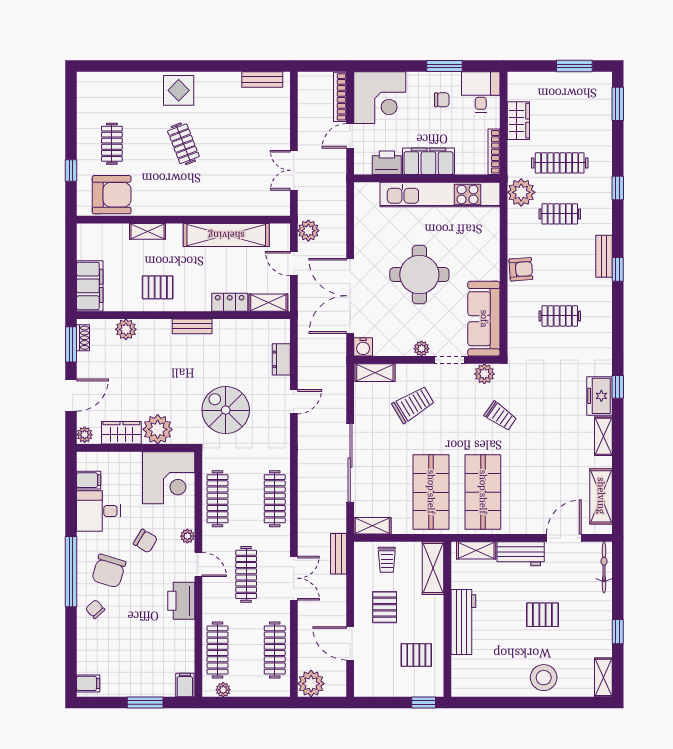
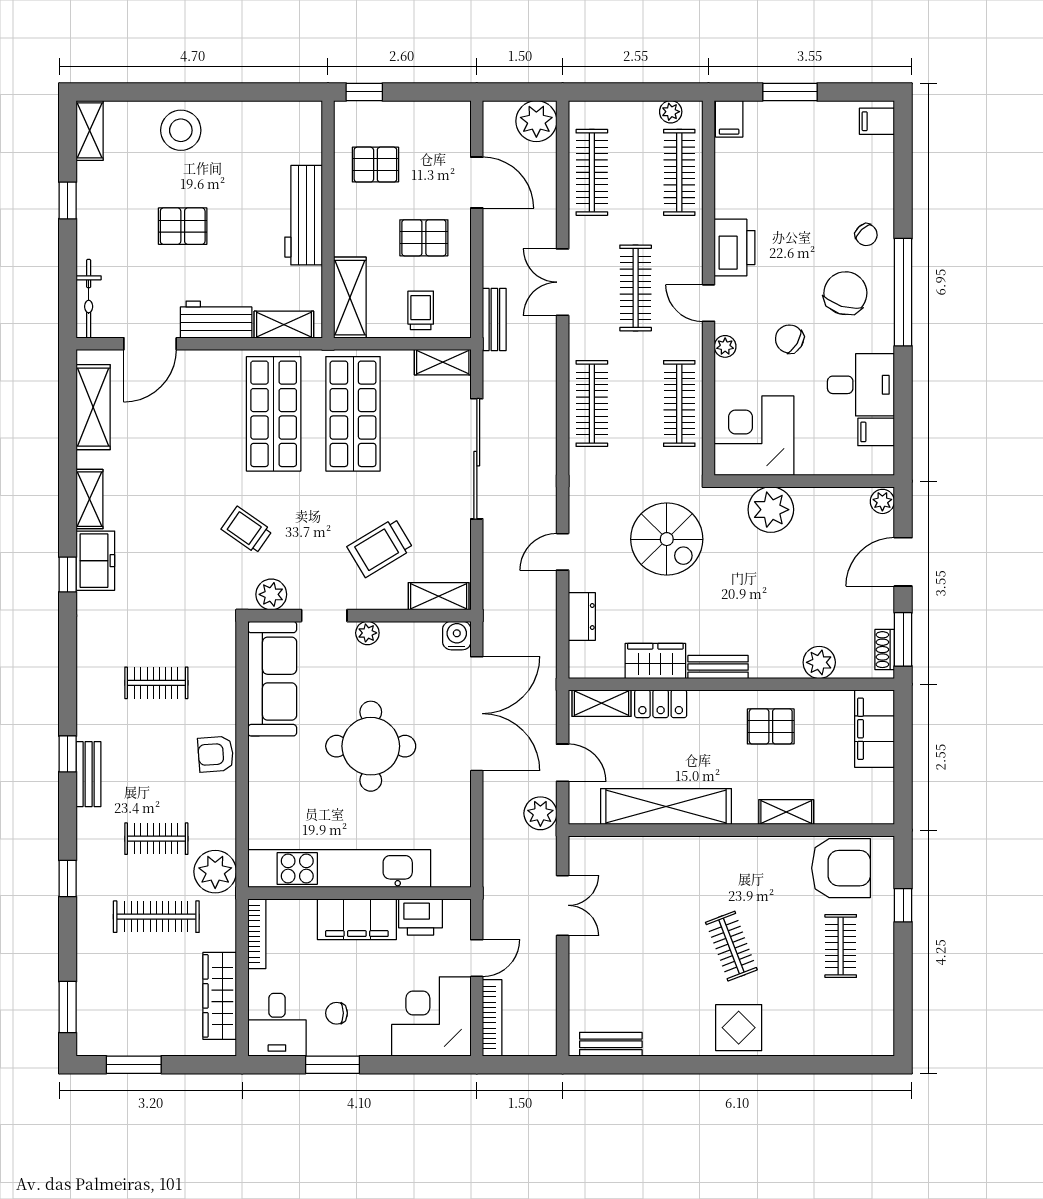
wardrobe: (518, 121) -> (220, 996), width x1.50
armchair: (112, 195) -> (841, 868), turned 180
wardrobe: (121, 433) -> (655, 661), moved, turned 180
pallet: (385, 607) -> (424, 238), turned 90

